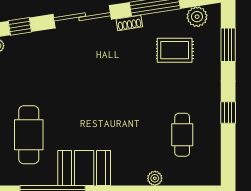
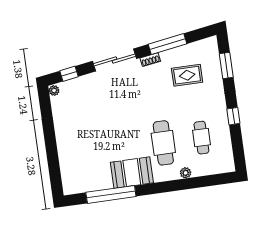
plant: (197, 17) -> (200, 48), removed
cafe table: (29, 135) -> (163, 143), moved

